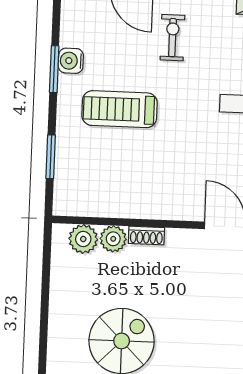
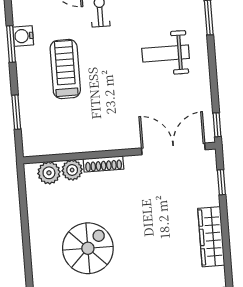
treadmill: (120, 109) -> (65, 69), turned 90
shoe rack: (146, 236) -> (103, 164), width x1.43

